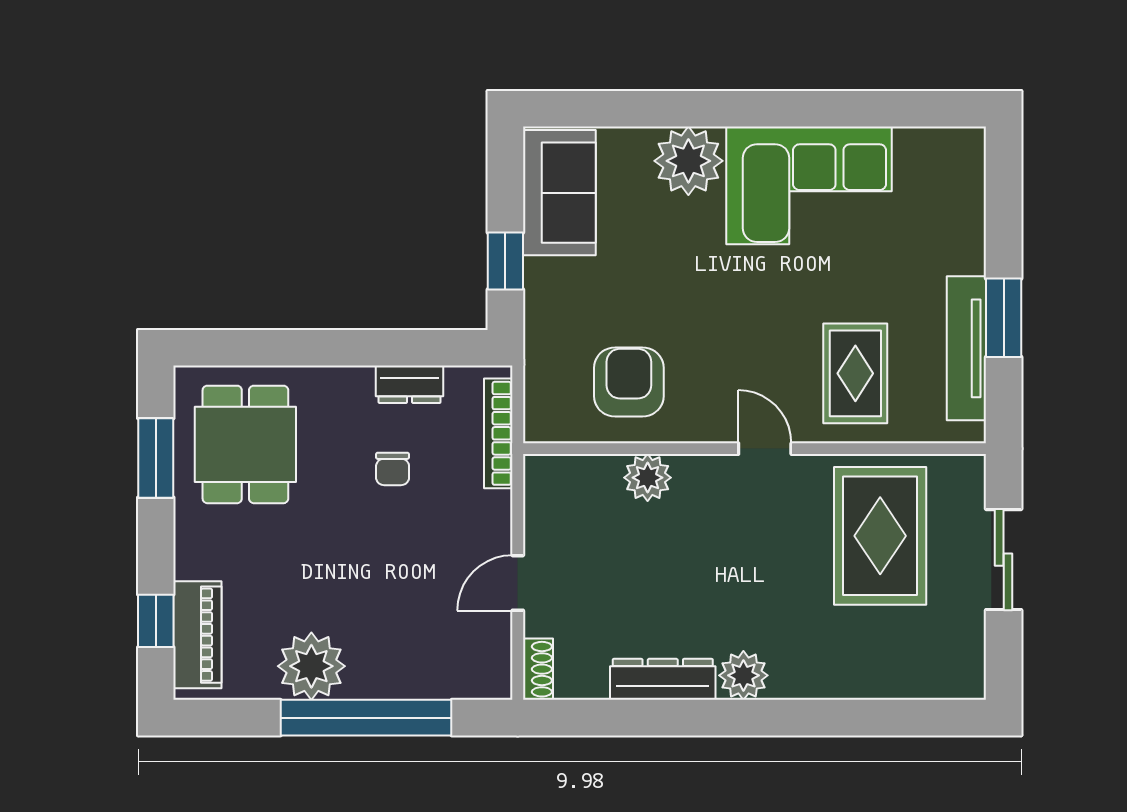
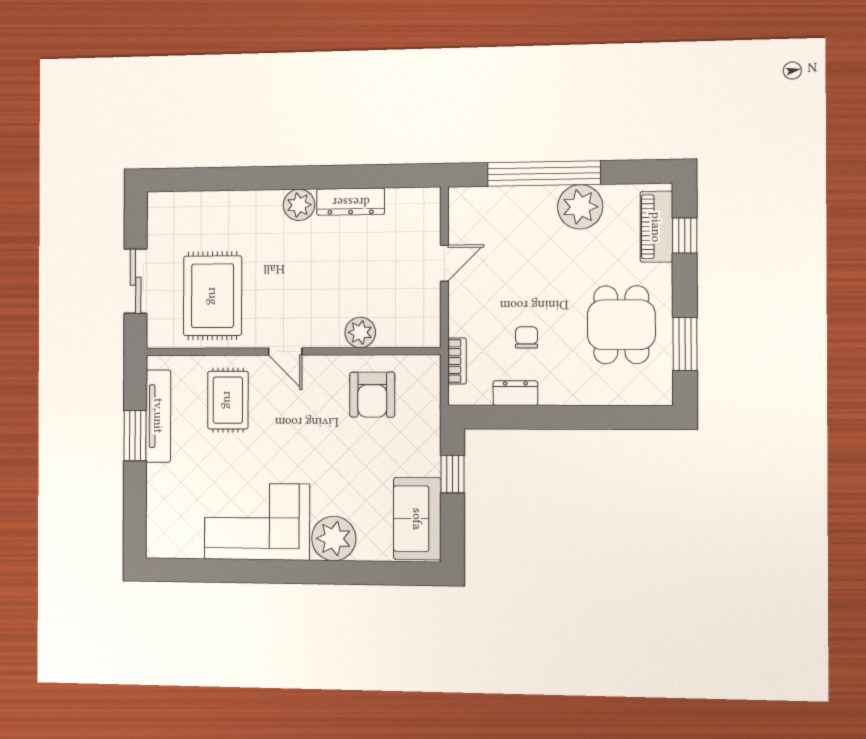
bookcase: (498, 433) -> (457, 361), width x0.64
dining table: (245, 444) -> (621, 325), moved
shoe rack: (538, 669) -> (431, 207), removed

